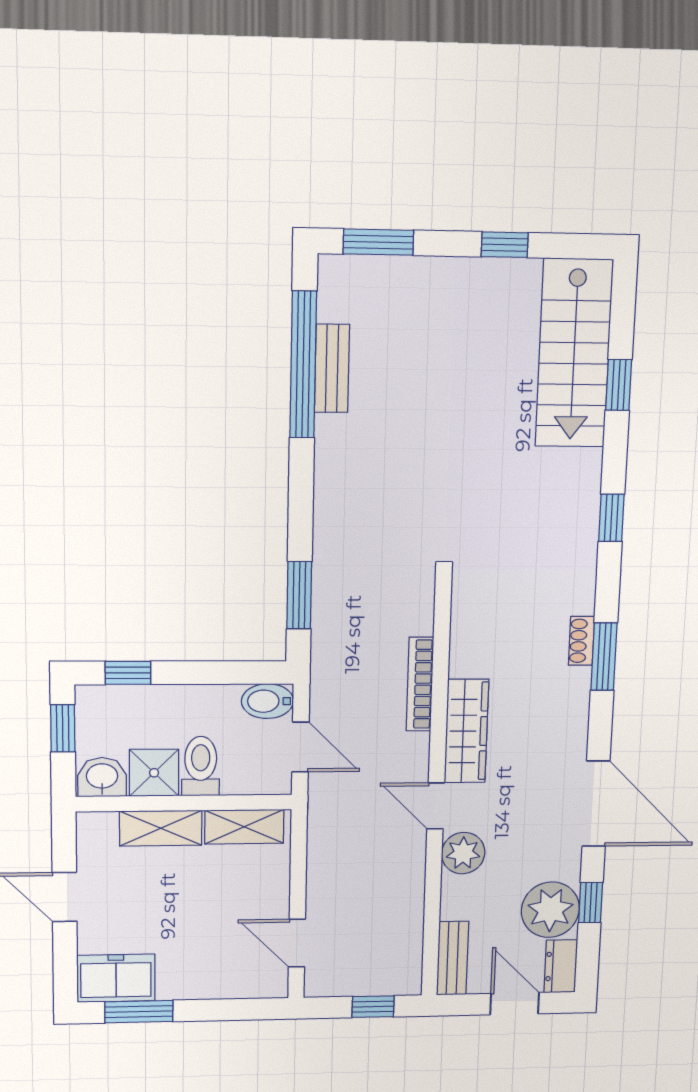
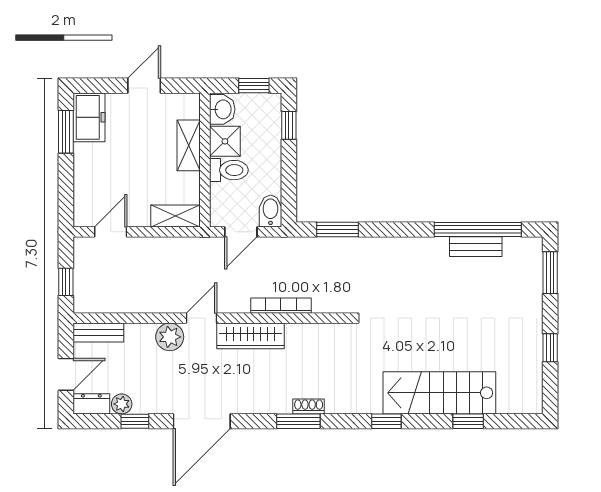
stairs: (574, 353) -> (439, 393), moved
shelving: (244, 827) -> (175, 216), moved, turned 90
plant: (550, 910) -> (122, 404), width x0.53, depth x0.53

